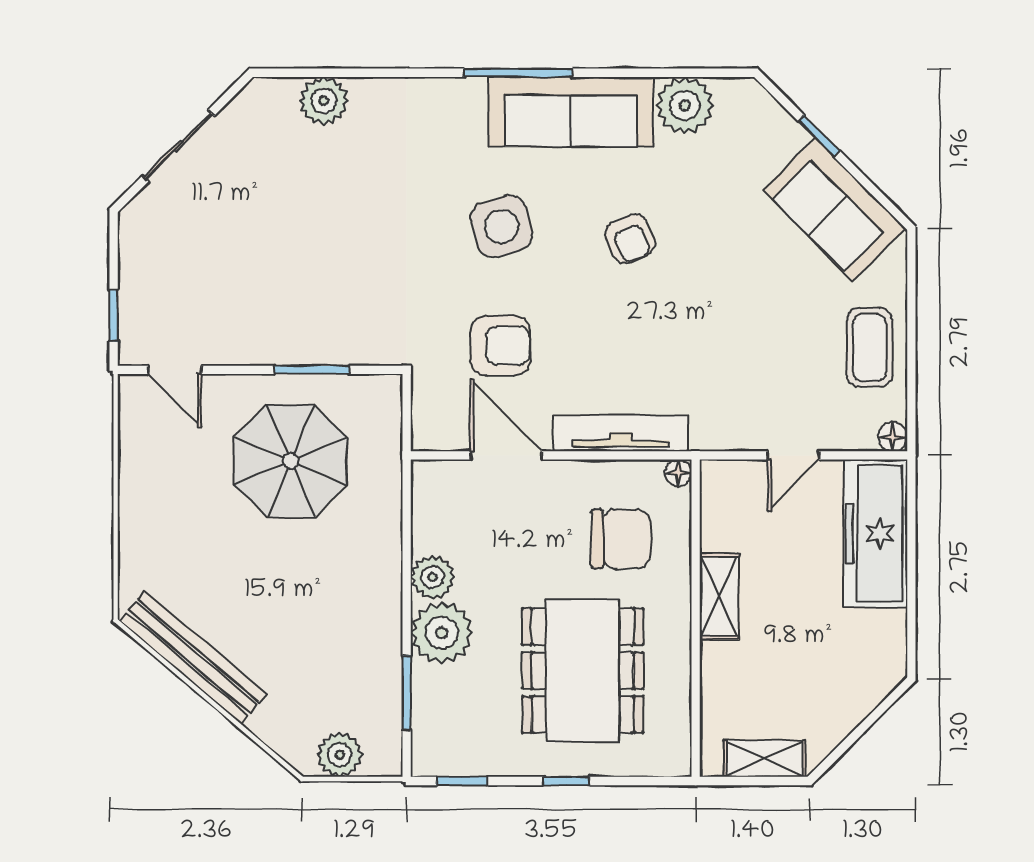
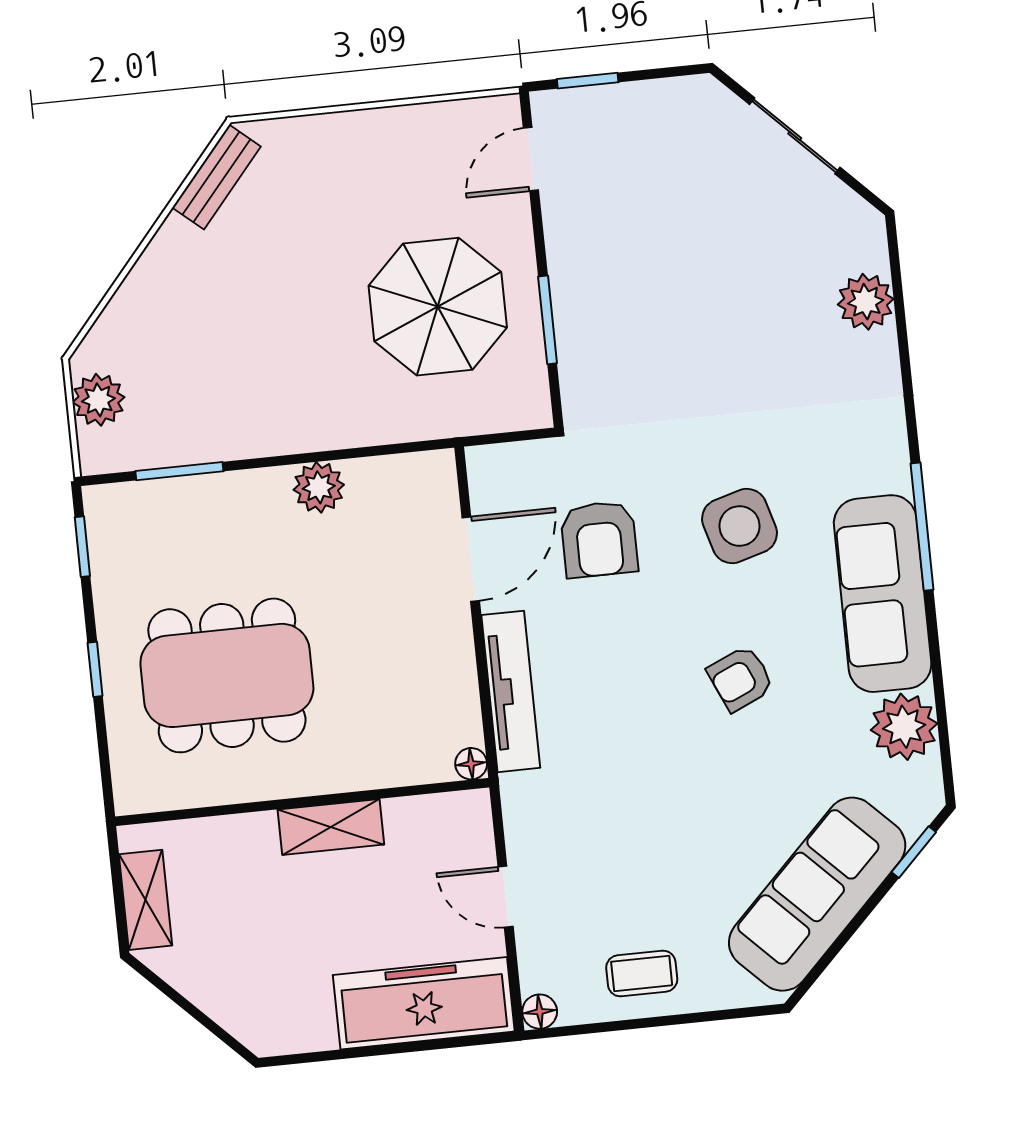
window: (819, 136) -> (914, 852), moved
sofa: (834, 209) -> (817, 894), width x1.36
coffee table: (870, 348) -> (642, 973), width x0.73, depth x0.77
chair: (621, 539) -> (387, 704), removed
plant: (442, 633) -> (254, 505), removed
bench: (193, 657) -> (216, 177), width x0.54, depth x0.82

